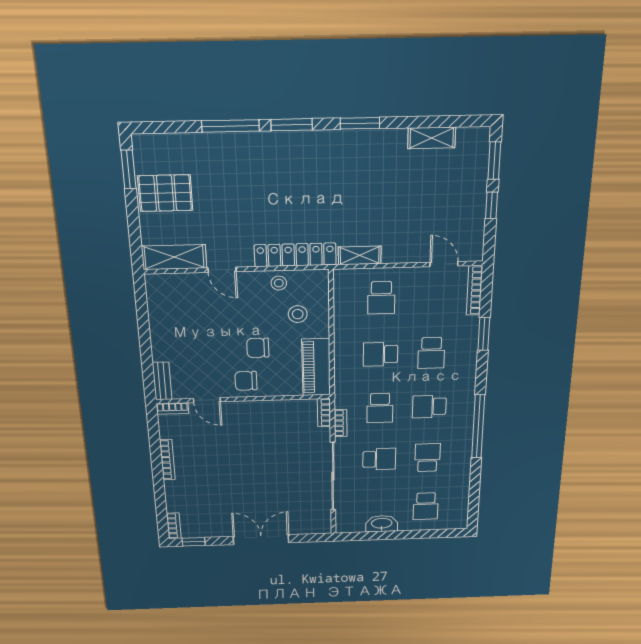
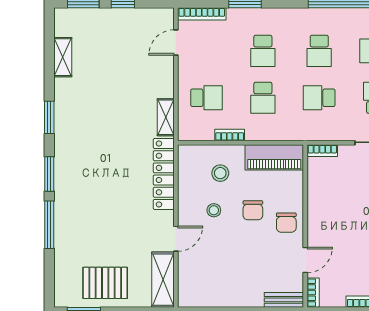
pallet: (165, 193) -> (105, 283), turned 90
stool: (279, 283) -> (214, 210), moved
school desk: (431, 353) -> (263, 51), turned 90
school desk: (380, 408) -> (319, 98), turned 180
bookcase: (341, 423) -> (230, 135), moved

